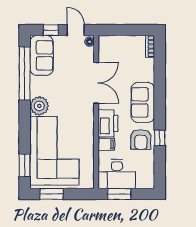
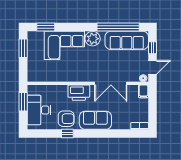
sofa: (42, 55) -> (127, 40), width x1.36
armchair: (141, 139) -> (66, 119), turned 180
filing cabinet: (106, 144) -> (143, 91), moved
corner sofa: (54, 151) -> (64, 45), width x0.73, depth x0.74
desk: (117, 174) -> (39, 110), moved

